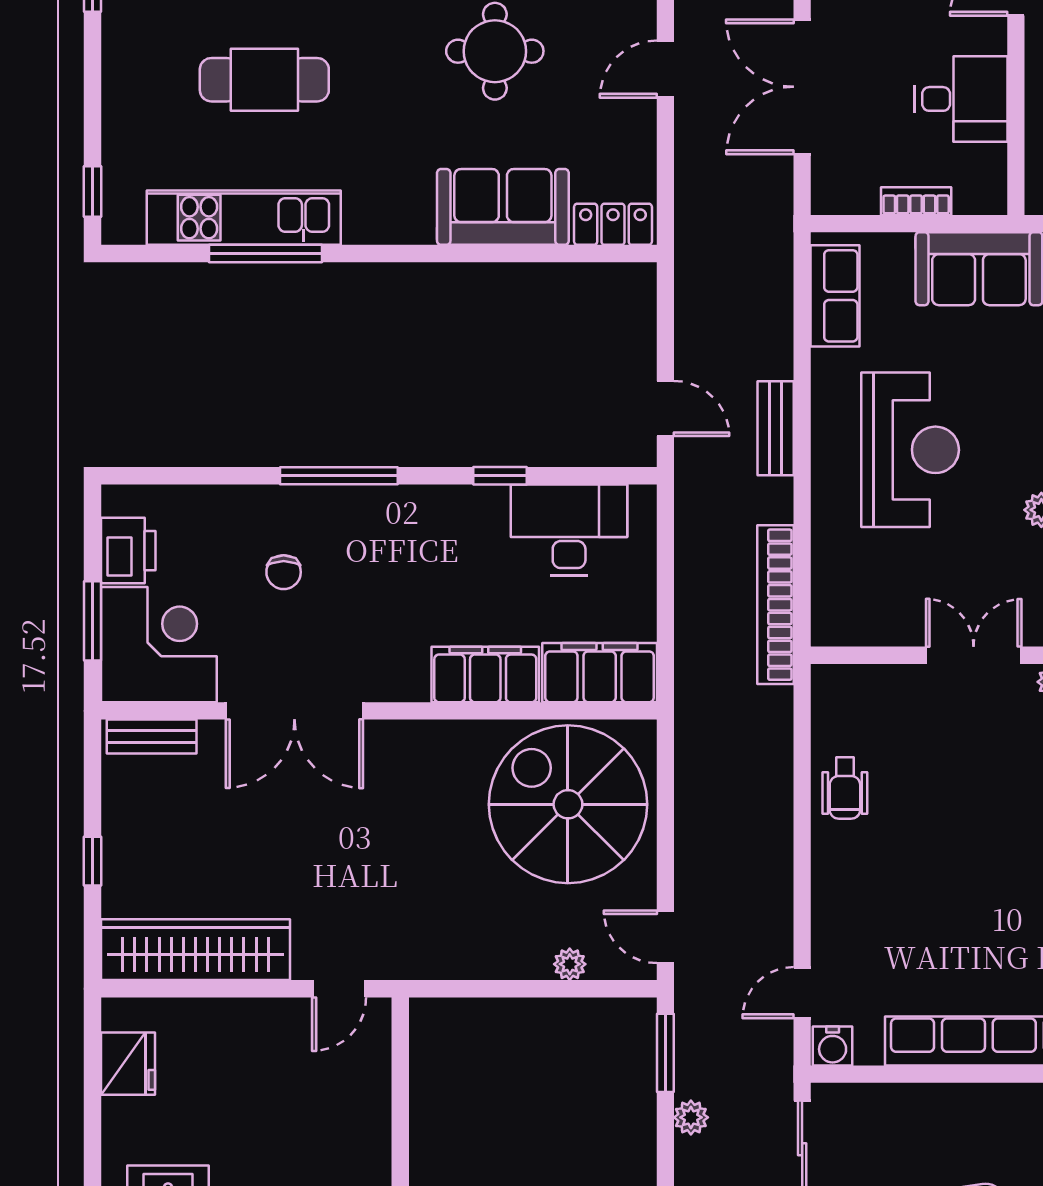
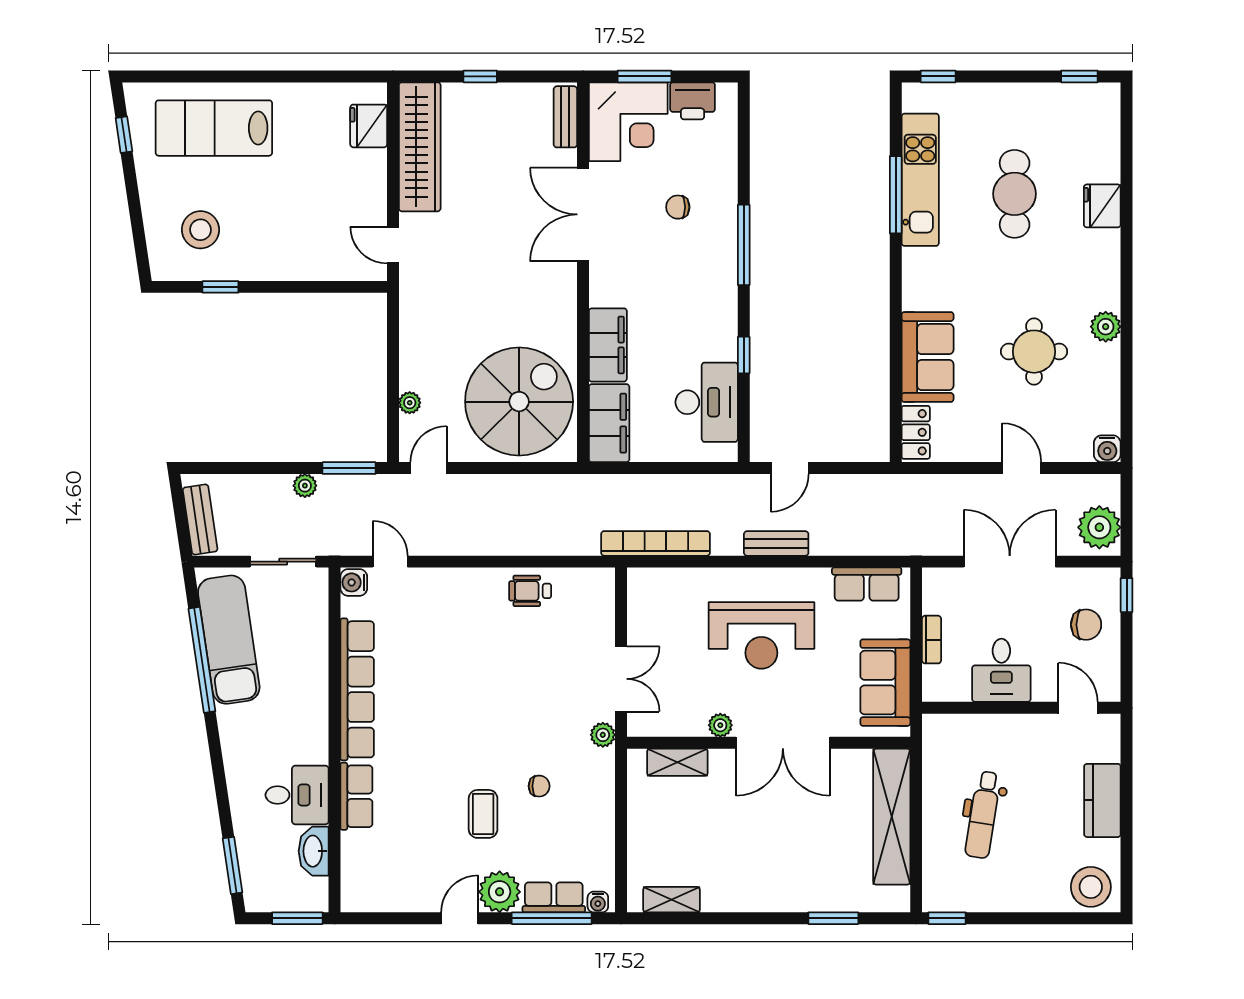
fridge: (128, 1064) -> (369, 126), moved, turned 90

